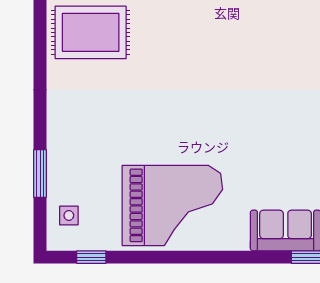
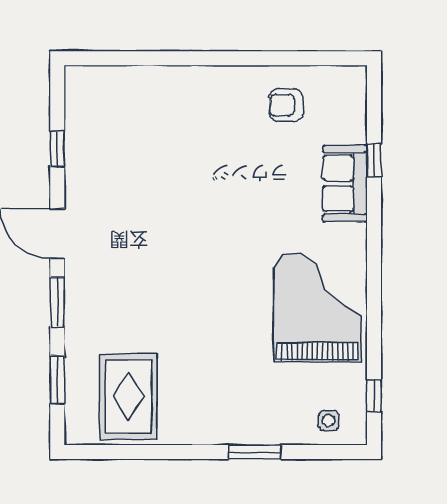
window: (40, 174) -> (255, 452), moved

